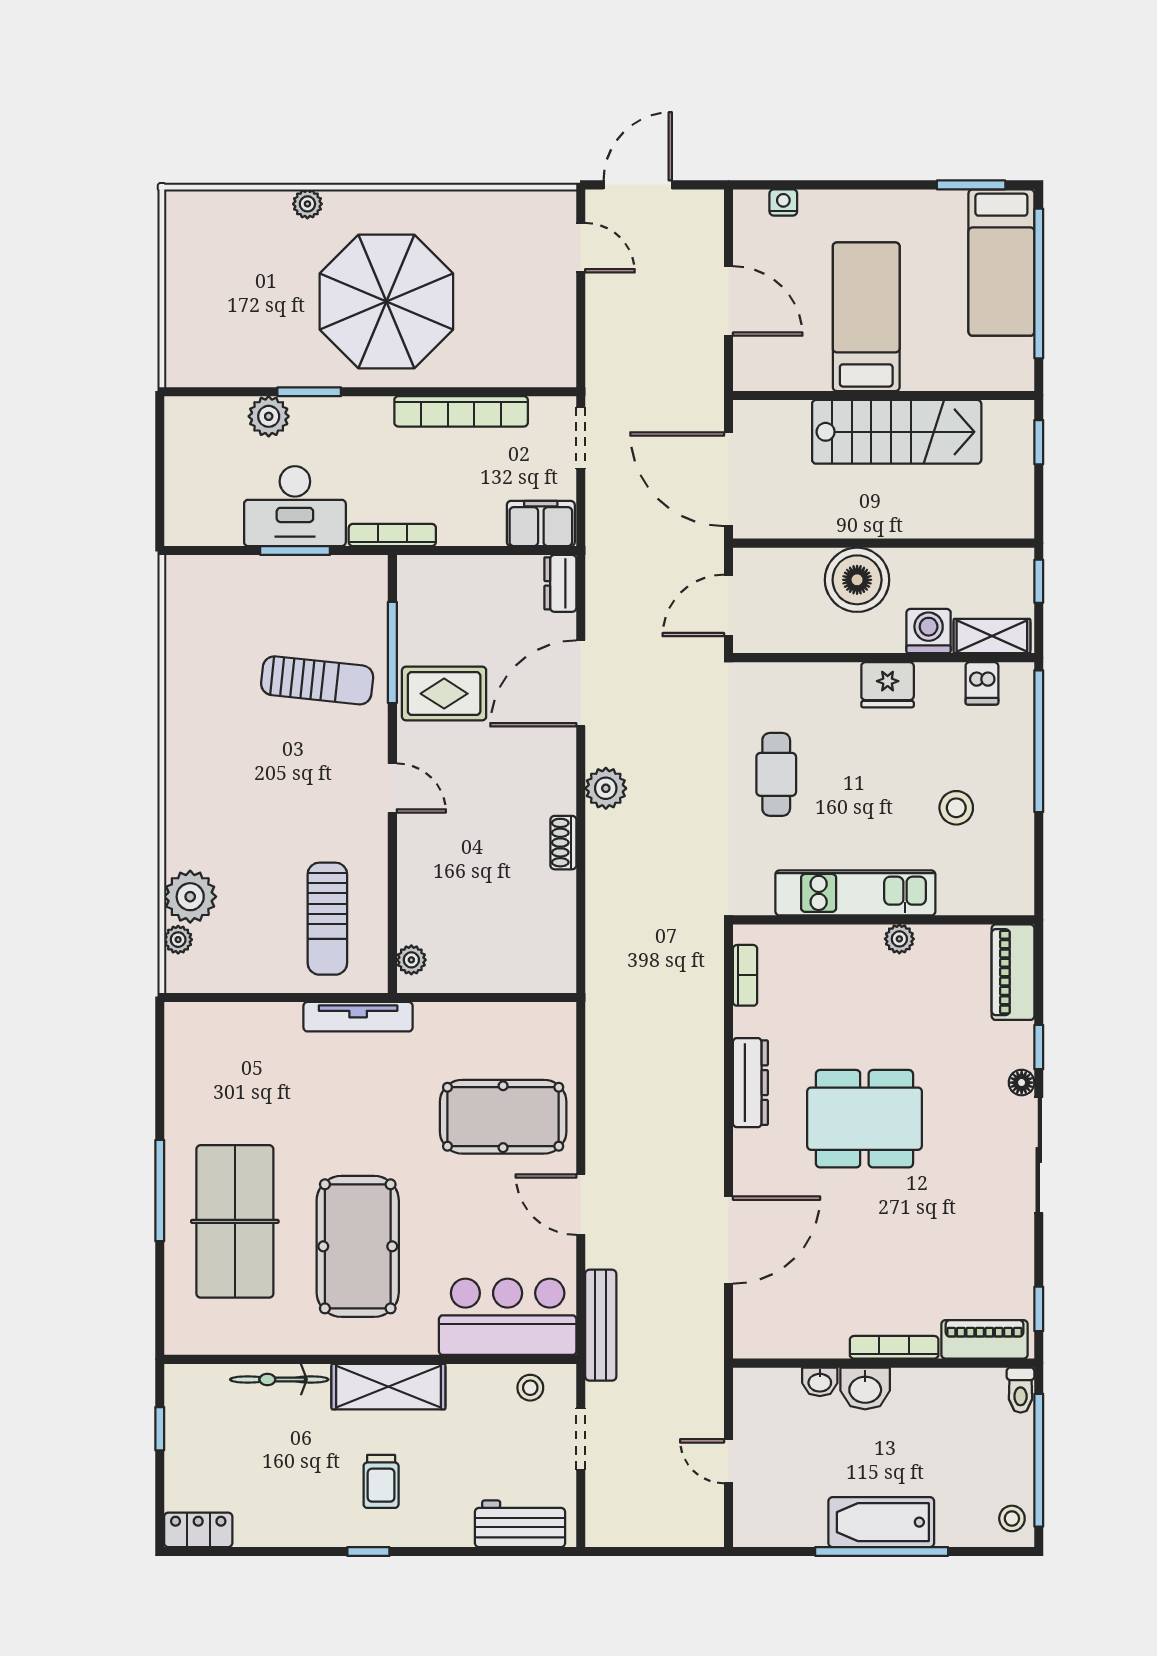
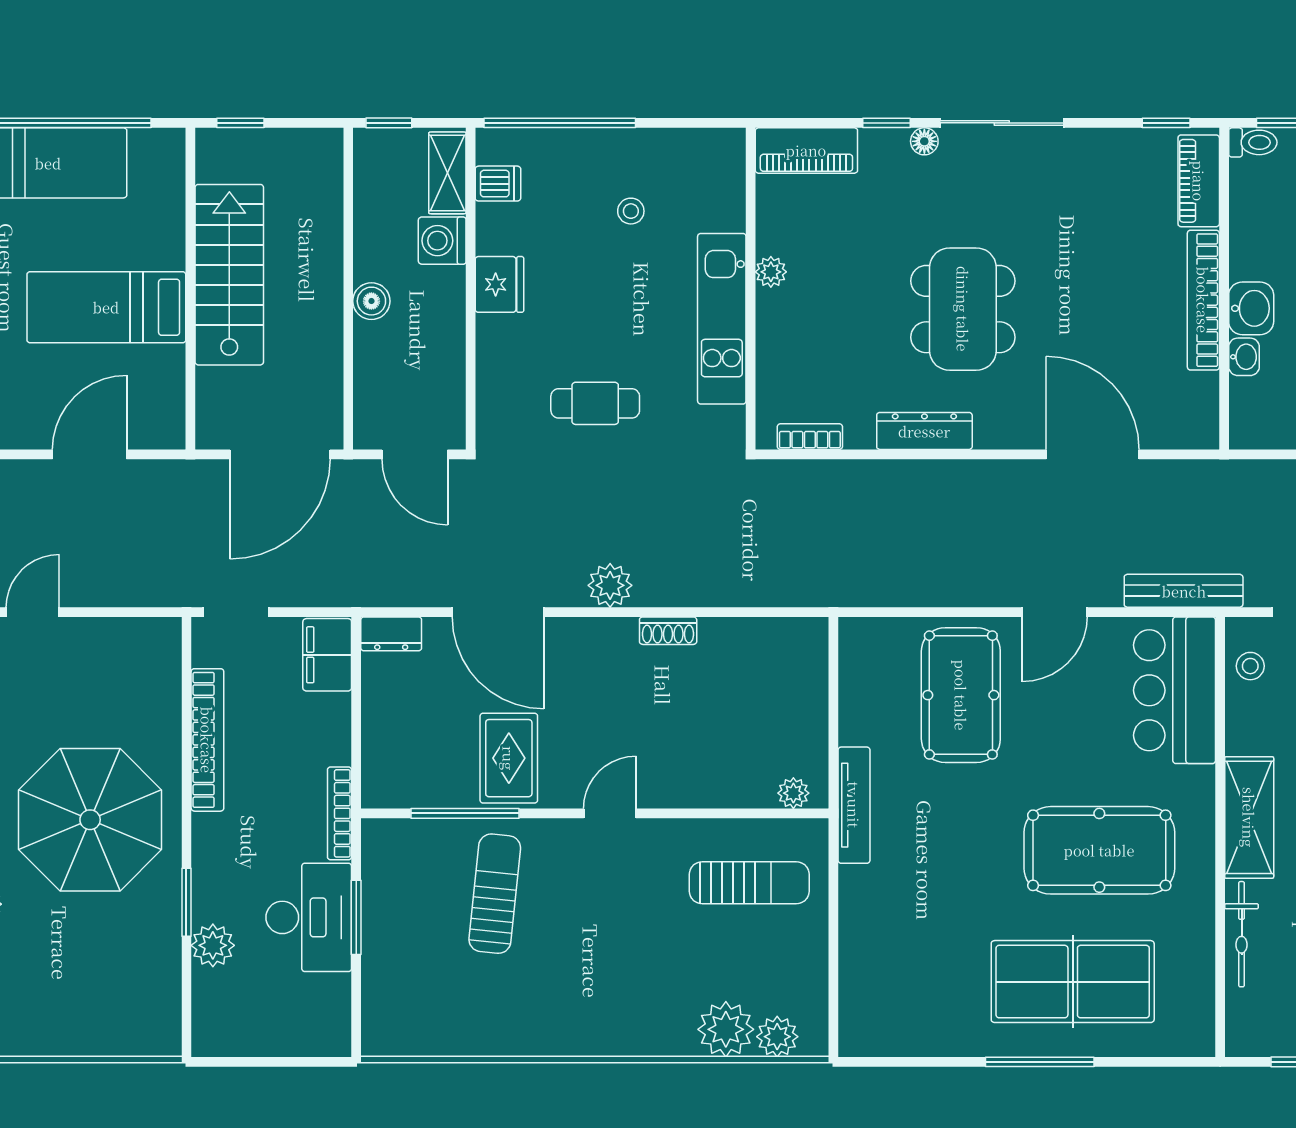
boiler: (857, 580) -> (371, 301), width x0.54, depth x0.54
stool: (956, 808) -> (631, 211), width x0.73, depth x0.73
plant: (178, 940) -> (777, 1037), width x1.38, depth x1.38
tv unit: (358, 1017) -> (854, 805), moved
bookcase: (894, 1347) -> (1203, 300), width x1.48, depth x1.31

